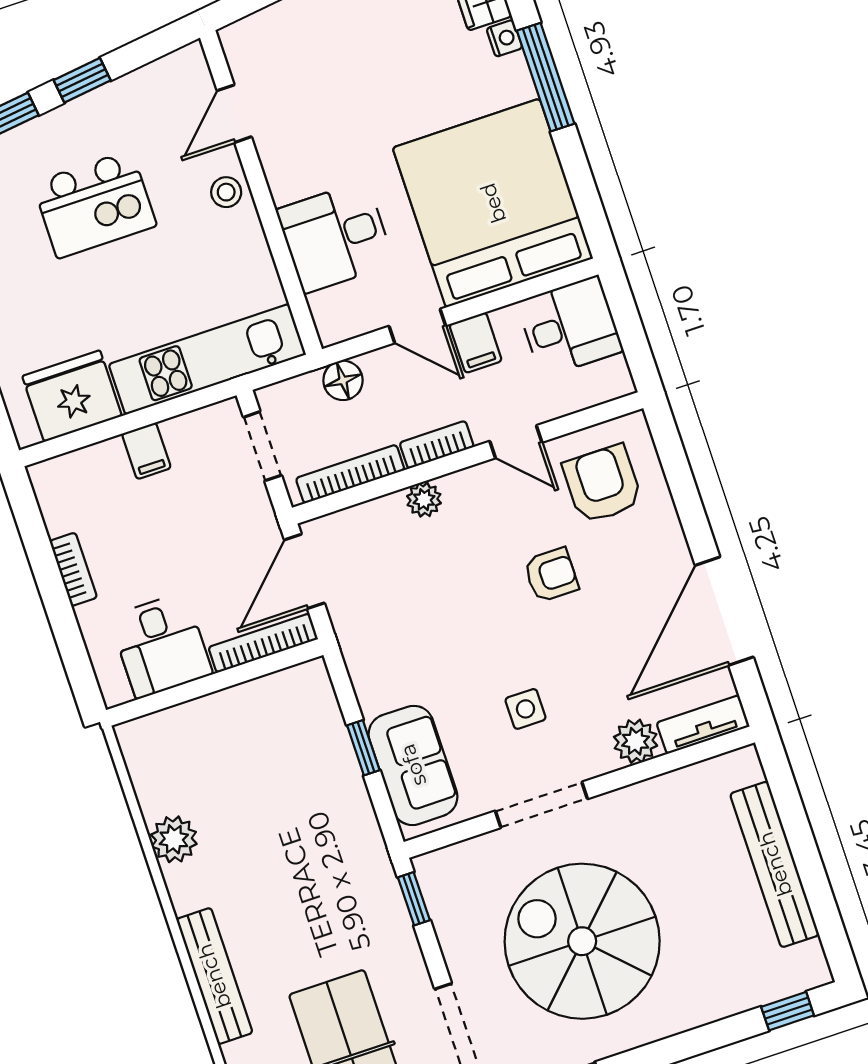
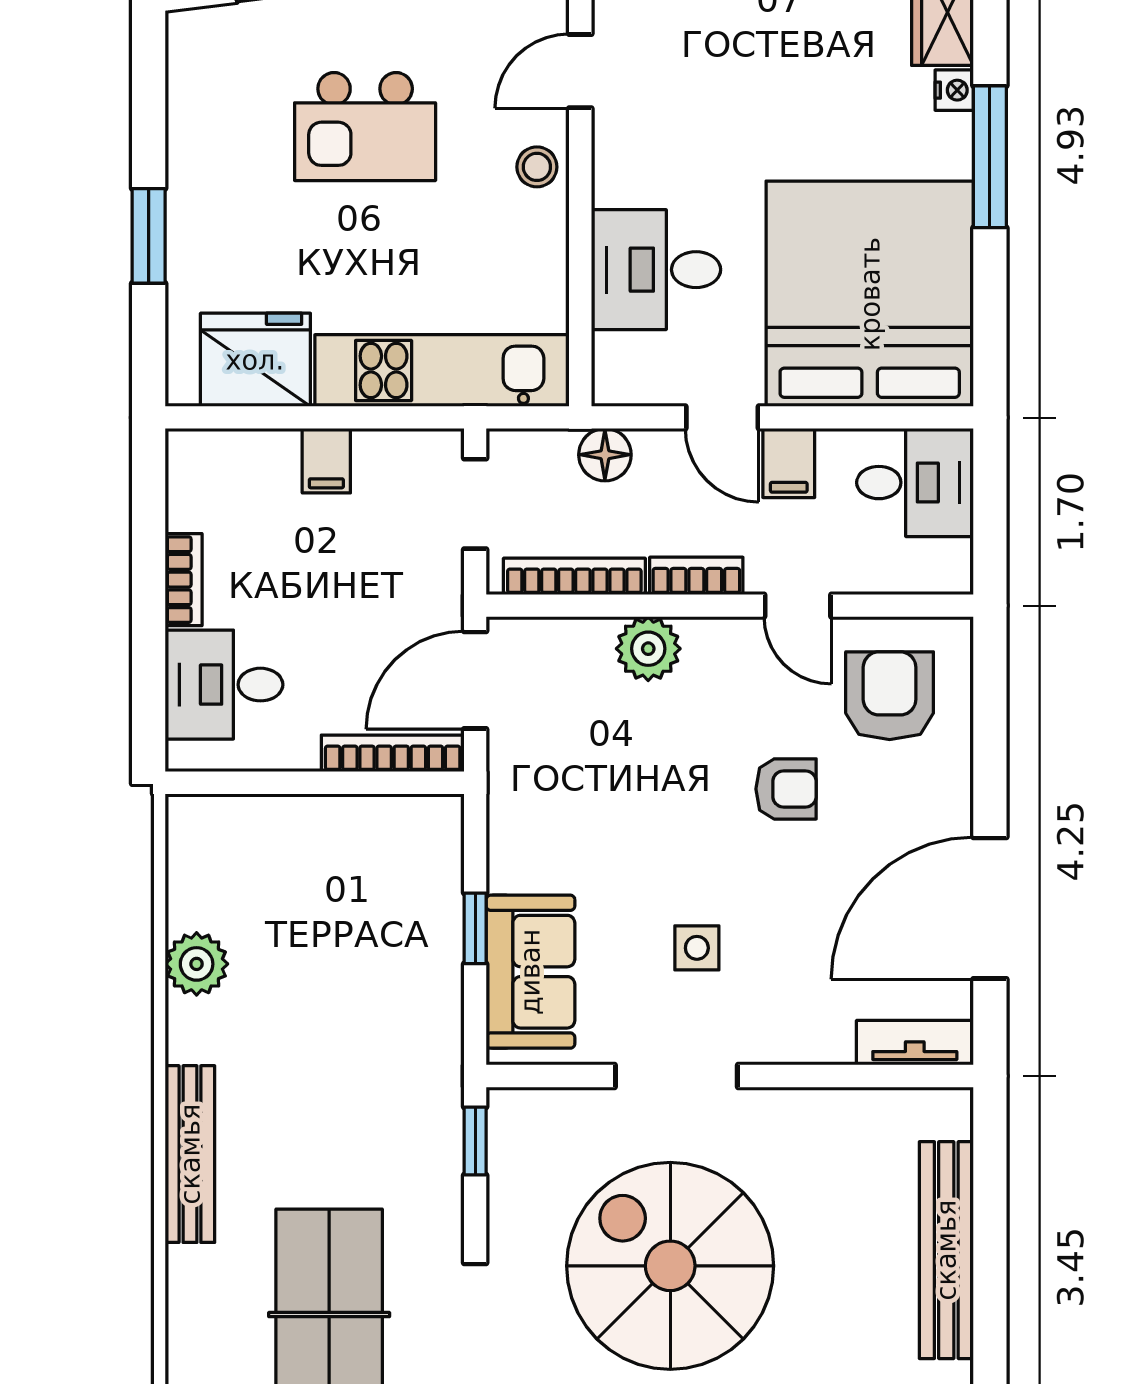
plant: (424, 500) -> (648, 649), width x1.38, depth x1.38
desk: (161, 645) -> (224, 685), moved, turned 90
plant: (636, 741) -> (822, 1035), removed

